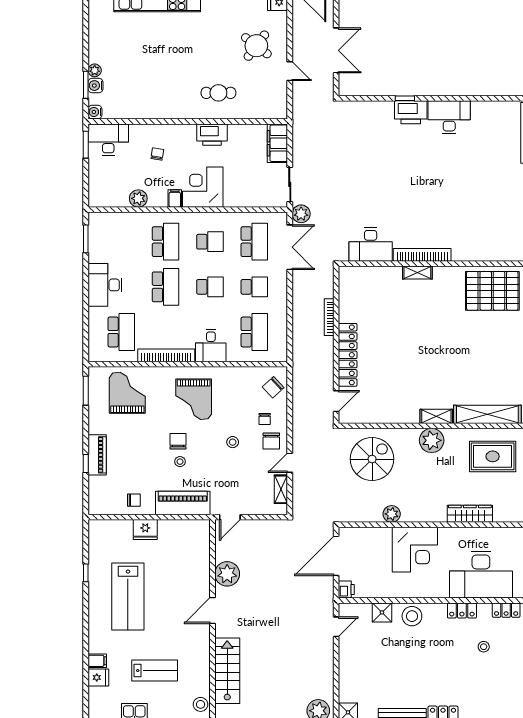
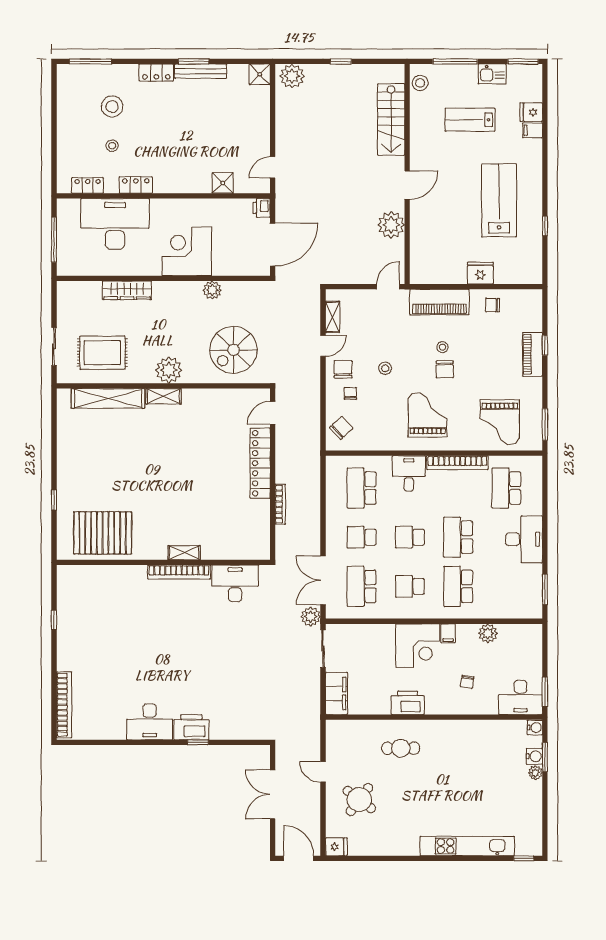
stool: (412, 616) -> (112, 107), moved

